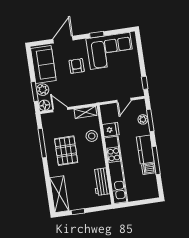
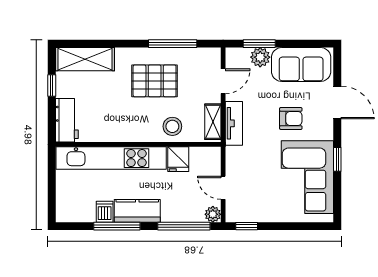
tv unit: (84, 100) -> (234, 123), added
floor lamp: (44, 105) -> (234, 56), removed
plant: (143, 119) -> (213, 214), moved
window: (150, 120) -> (184, 226), width x1.44
workbench: (101, 182) -> (67, 120), moved, turned 90

